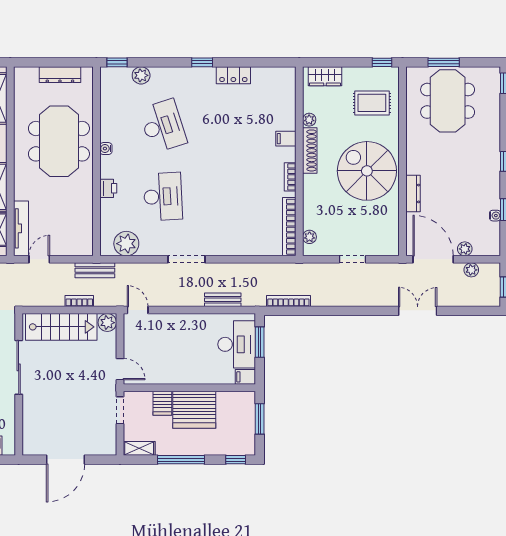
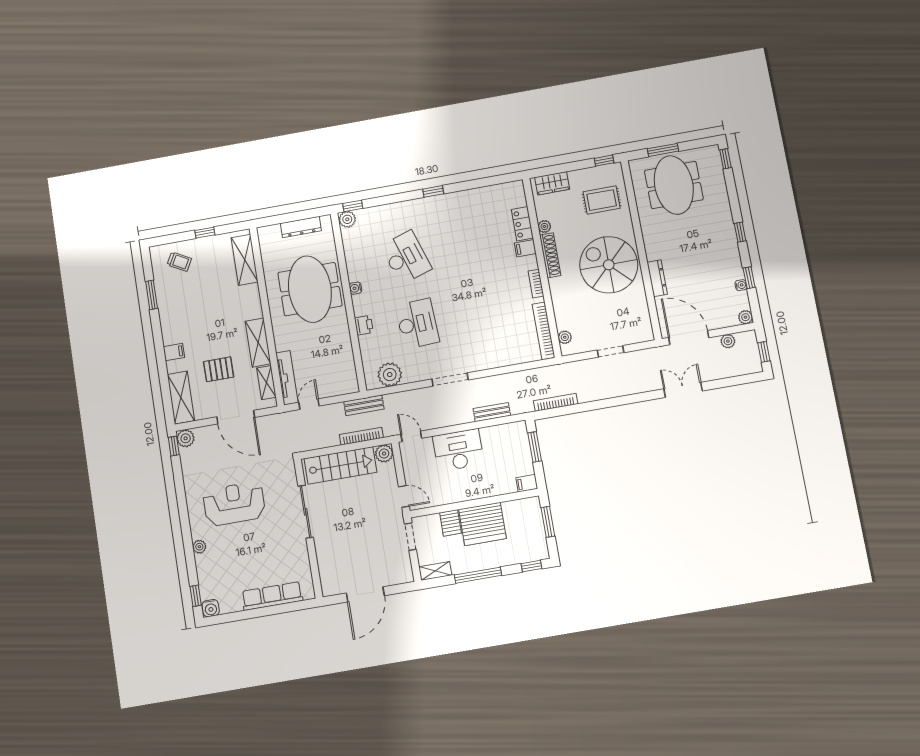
plant: (141, 75) -> (347, 219), moved
locker: (233, 75) -> (522, 224), moved, turned 90
plant: (465, 249) -> (745, 317), moved
bookcase: (79, 301) -> (361, 436), width x1.56
desk: (237, 344) -> (458, 450), moved, turned -90

